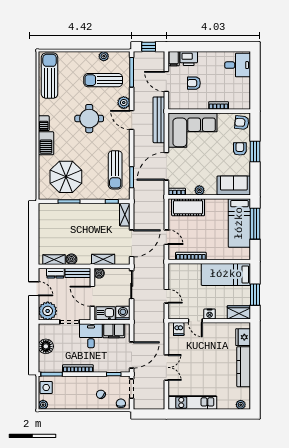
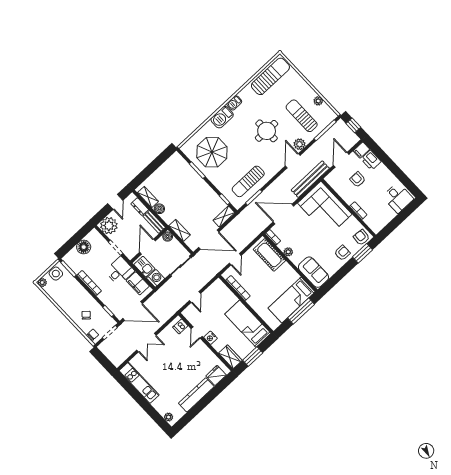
window: (255, 152) -> (363, 253), moved

